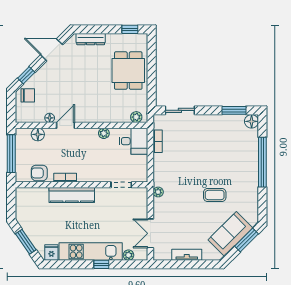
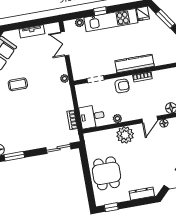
plant: (136, 117) -> (125, 135), moved, width x1.88, depth x1.88
armchair: (39, 173) -> (122, 86), moved
double door: (150, 233) -> (65, 44), swing flipped

